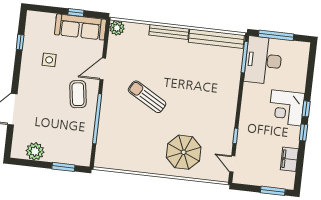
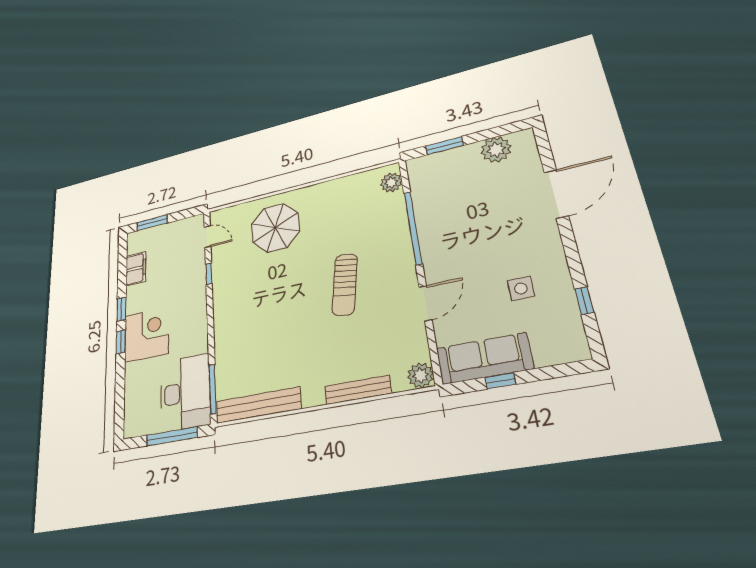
bench: (169, 32) -> (358, 390), moved
coffee table: (78, 94) -> (454, 252), removed
sun lounger: (147, 97) -> (345, 284), turned 70
plant: (102, 155) -> (391, 182), added

